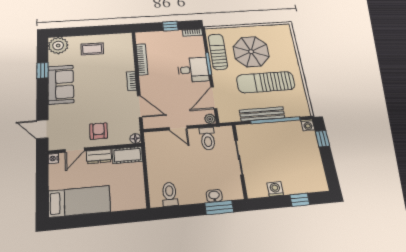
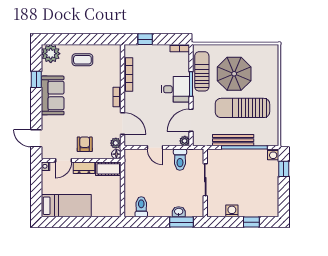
window: (170, 26) -> (145, 39), moved
plant: (134, 127) -> (116, 143), added

